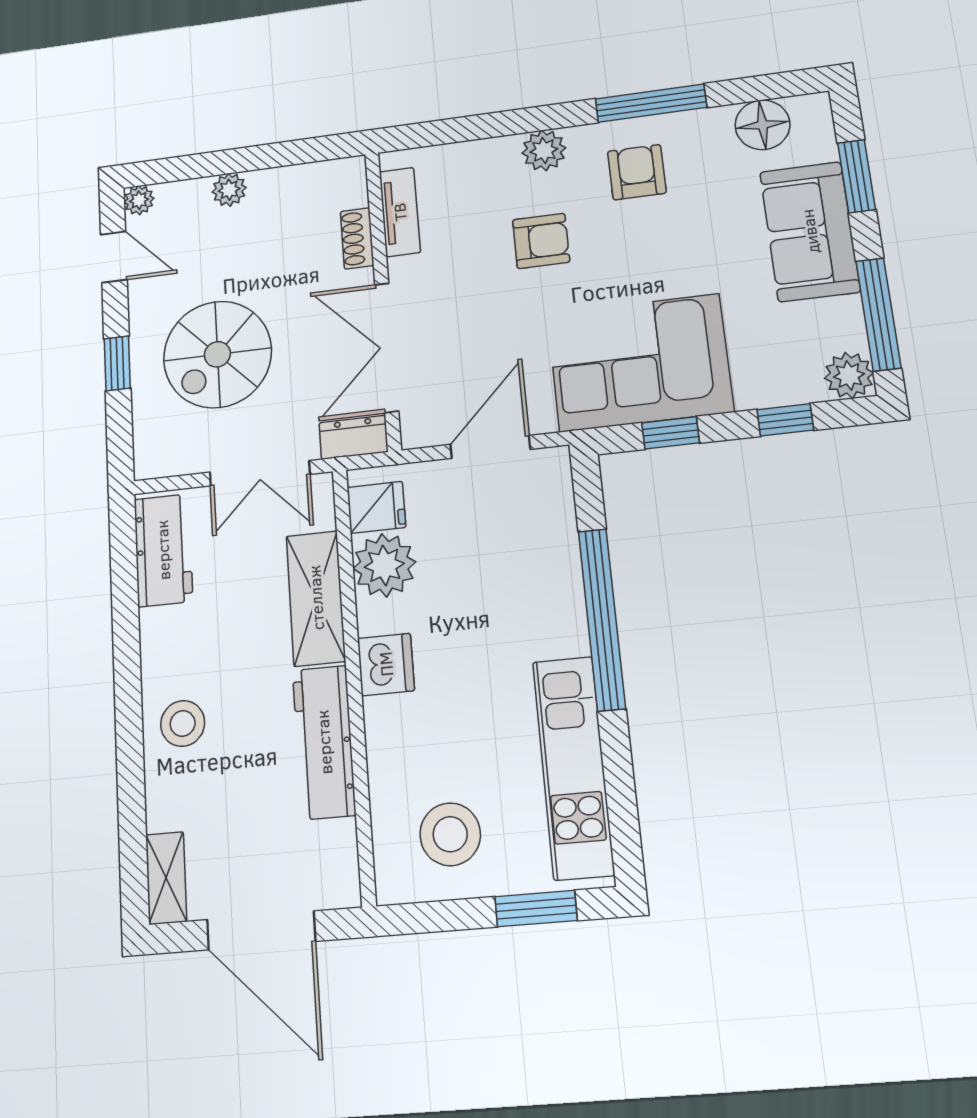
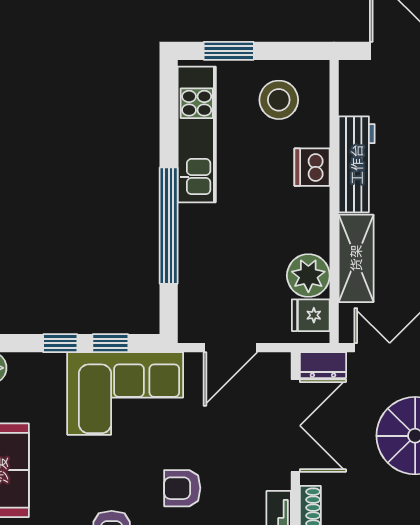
window: (785, 420) -> (60, 343), moved
dishwasher: (386, 664) -> (312, 167), moved

